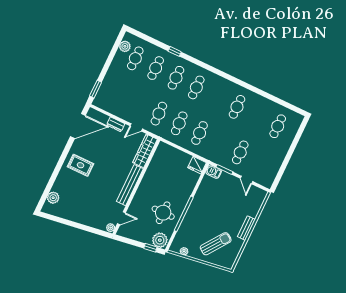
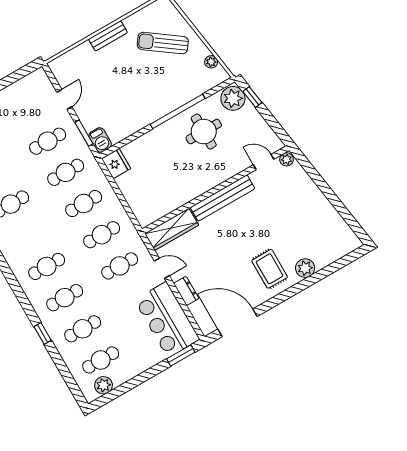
bar counter: (115, 103) -> (167, 320), added
cafe table: (220, 143) -> (66, 172), added
plant: (53, 198) -> (305, 268), moved

